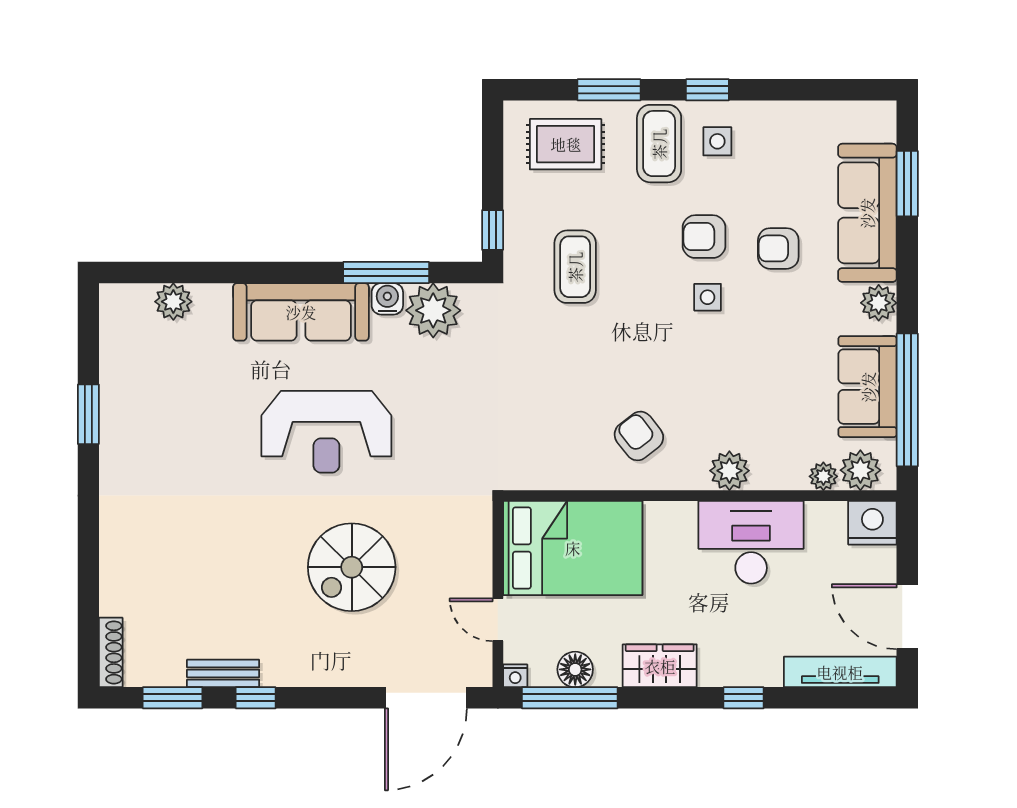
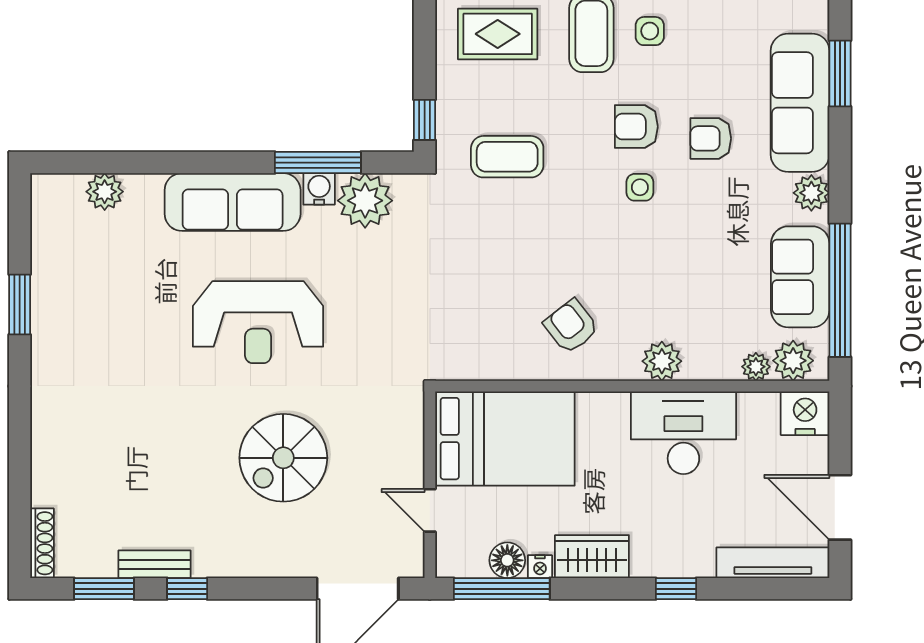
coffee table: (575, 267) -> (507, 157), turned 90
nightstand: (515, 676) -> (540, 567), moved

